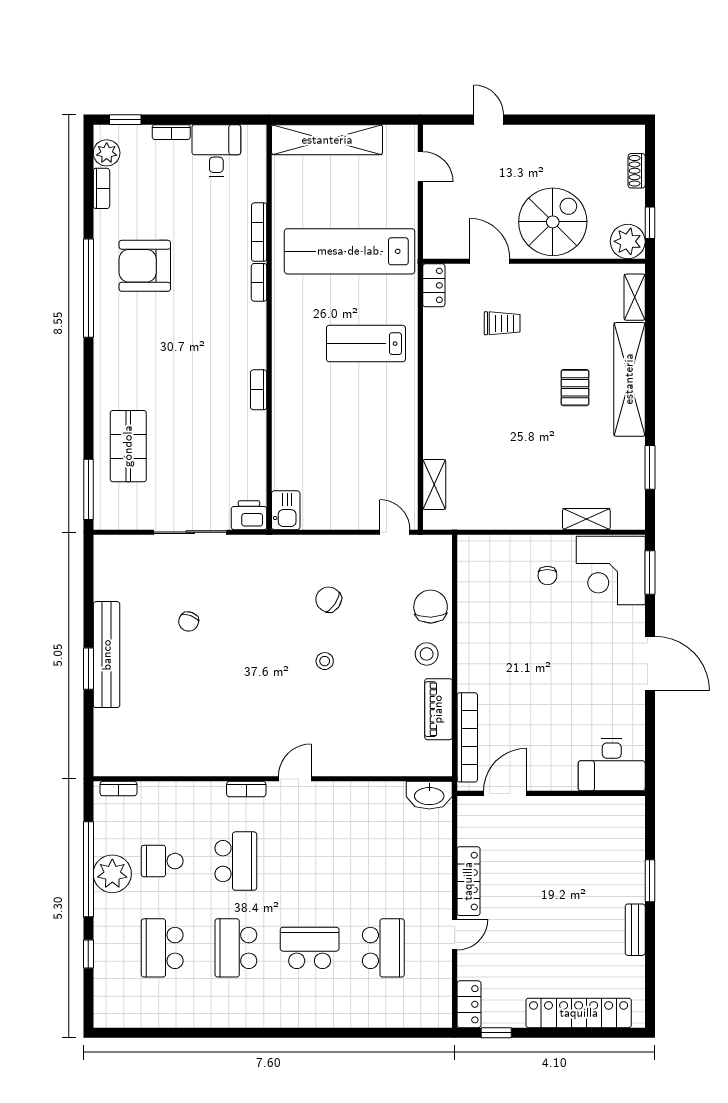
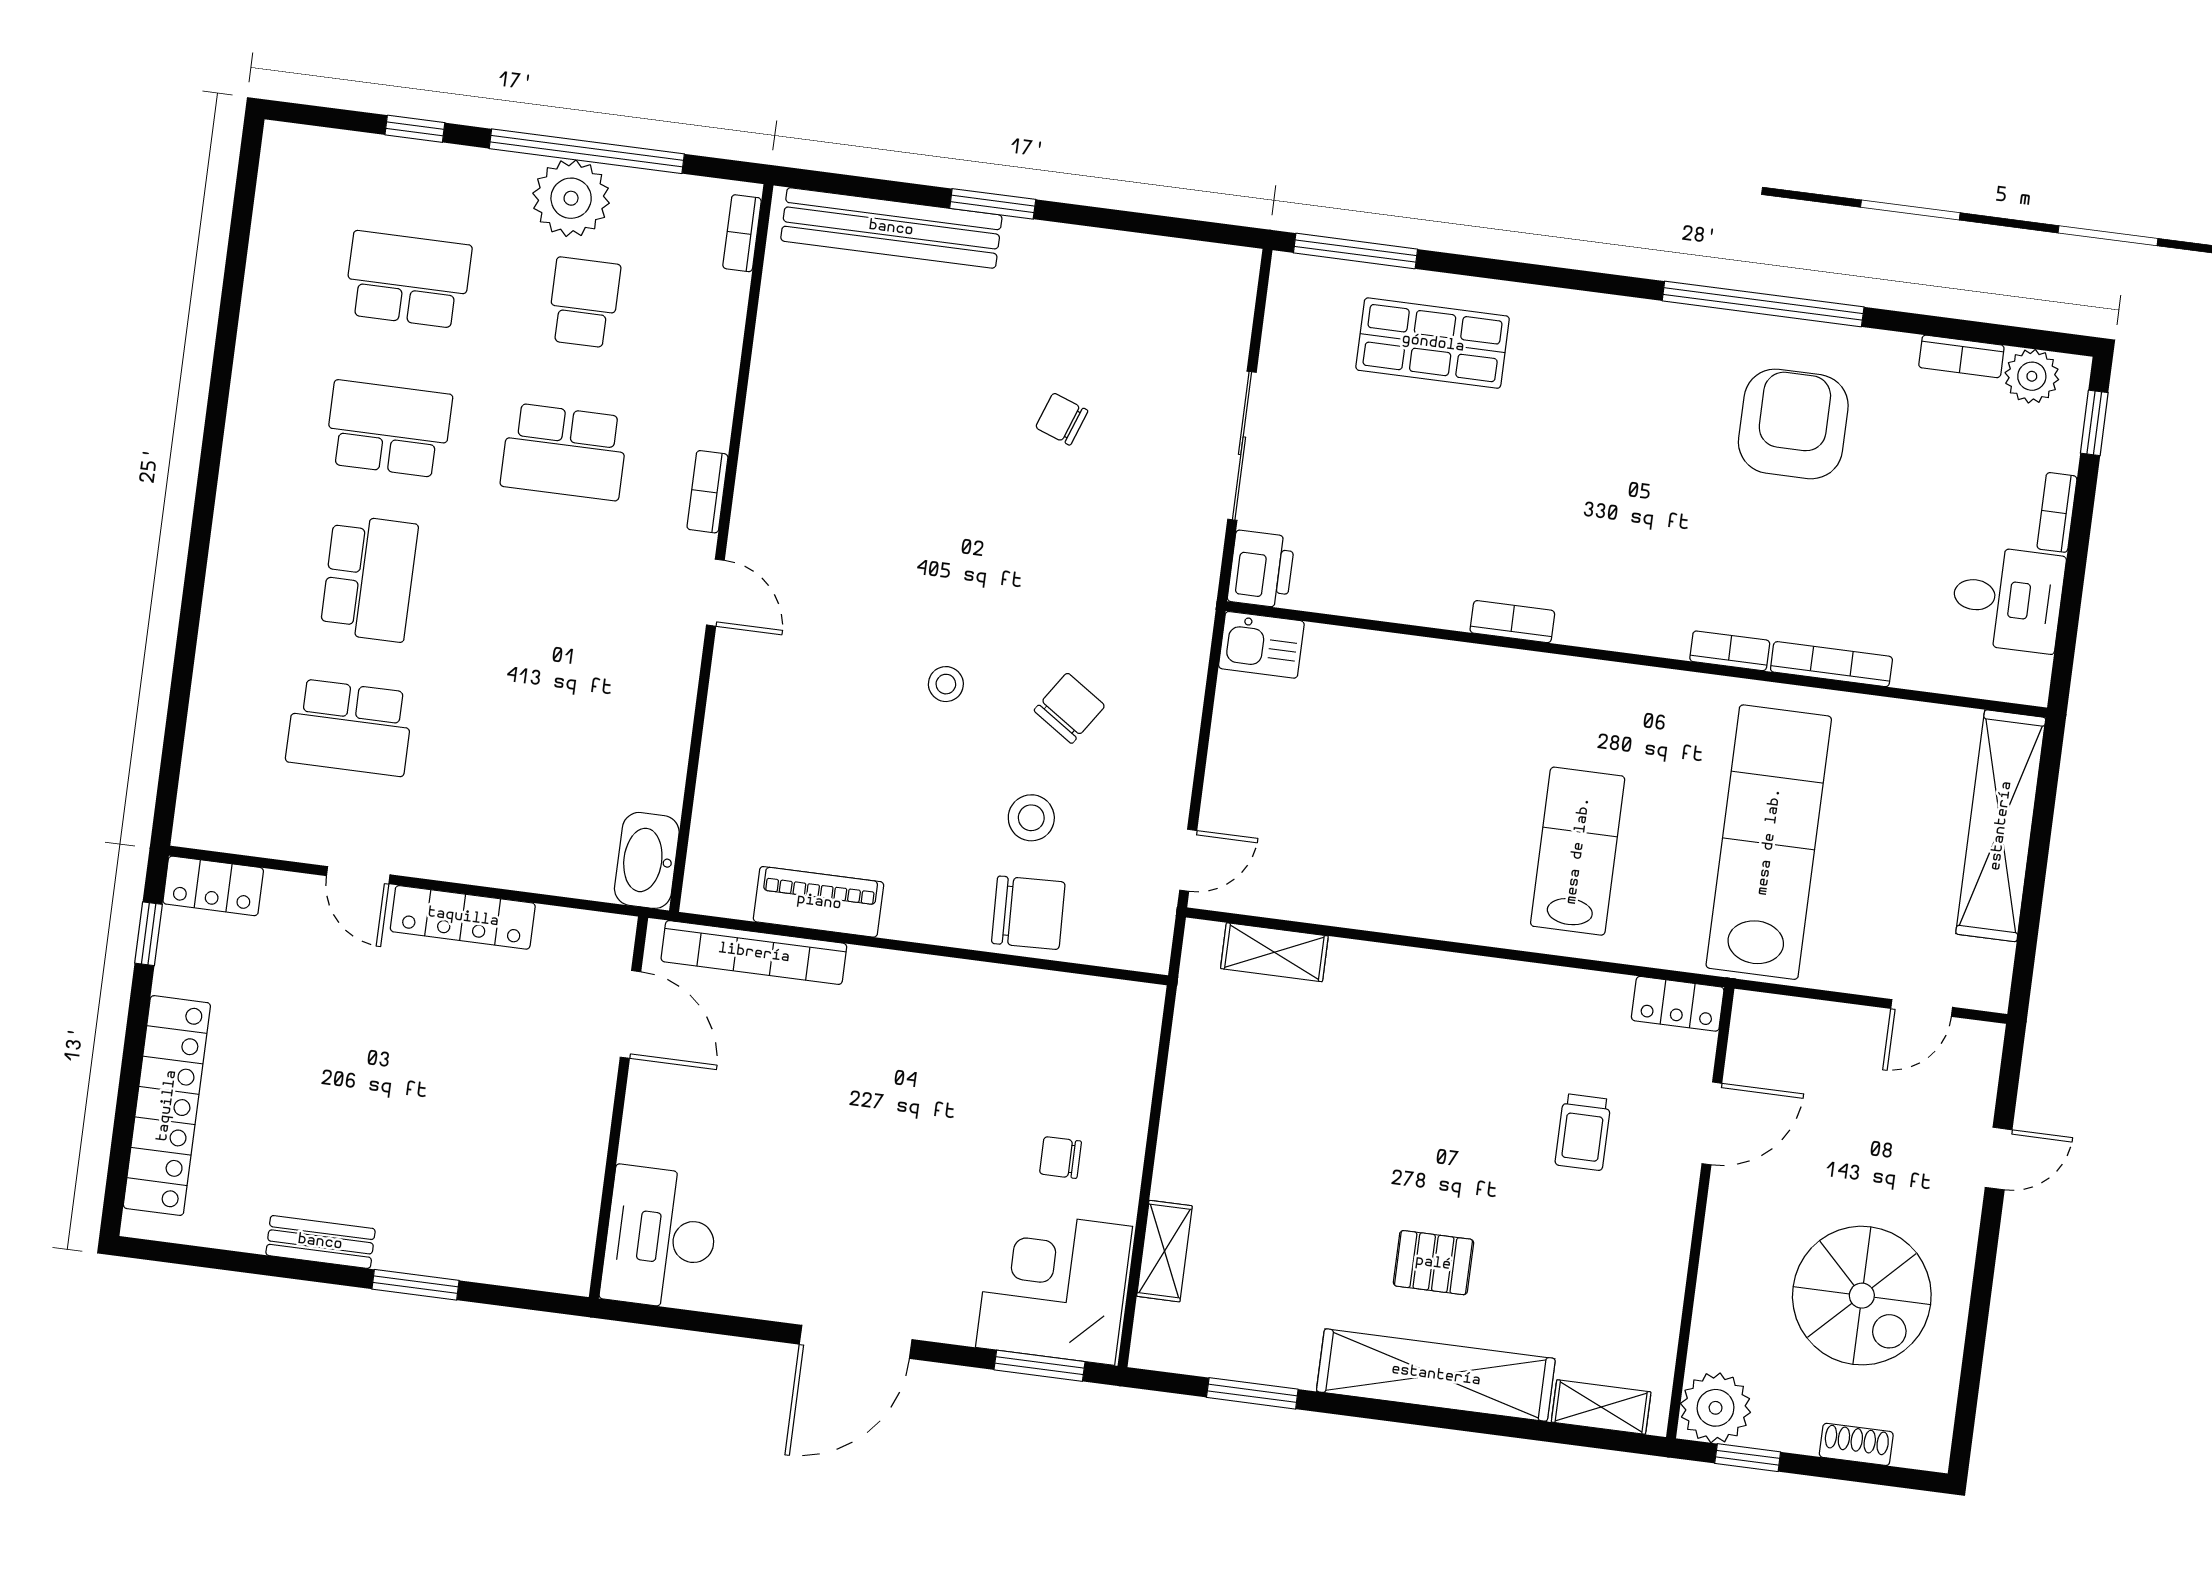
spiral stairs: (553, 222) -> (1862, 1296), moved
stool: (427, 654) -> (1031, 818), moved
bench: (107, 655) -> (891, 228), moved

